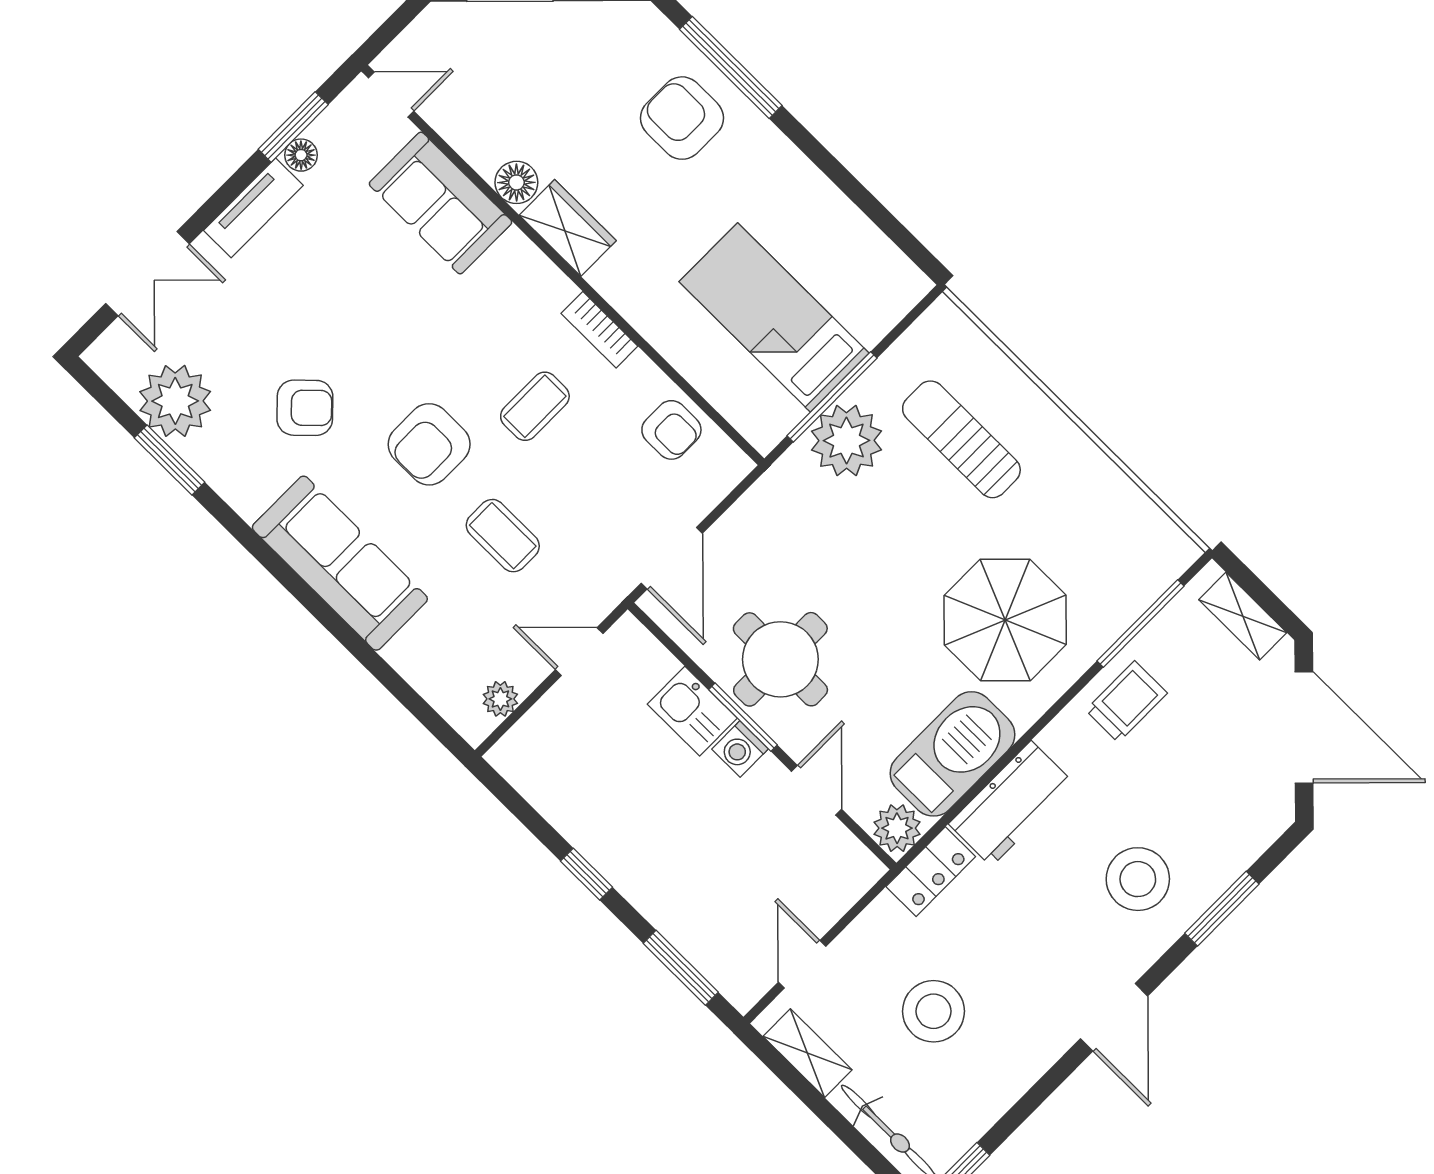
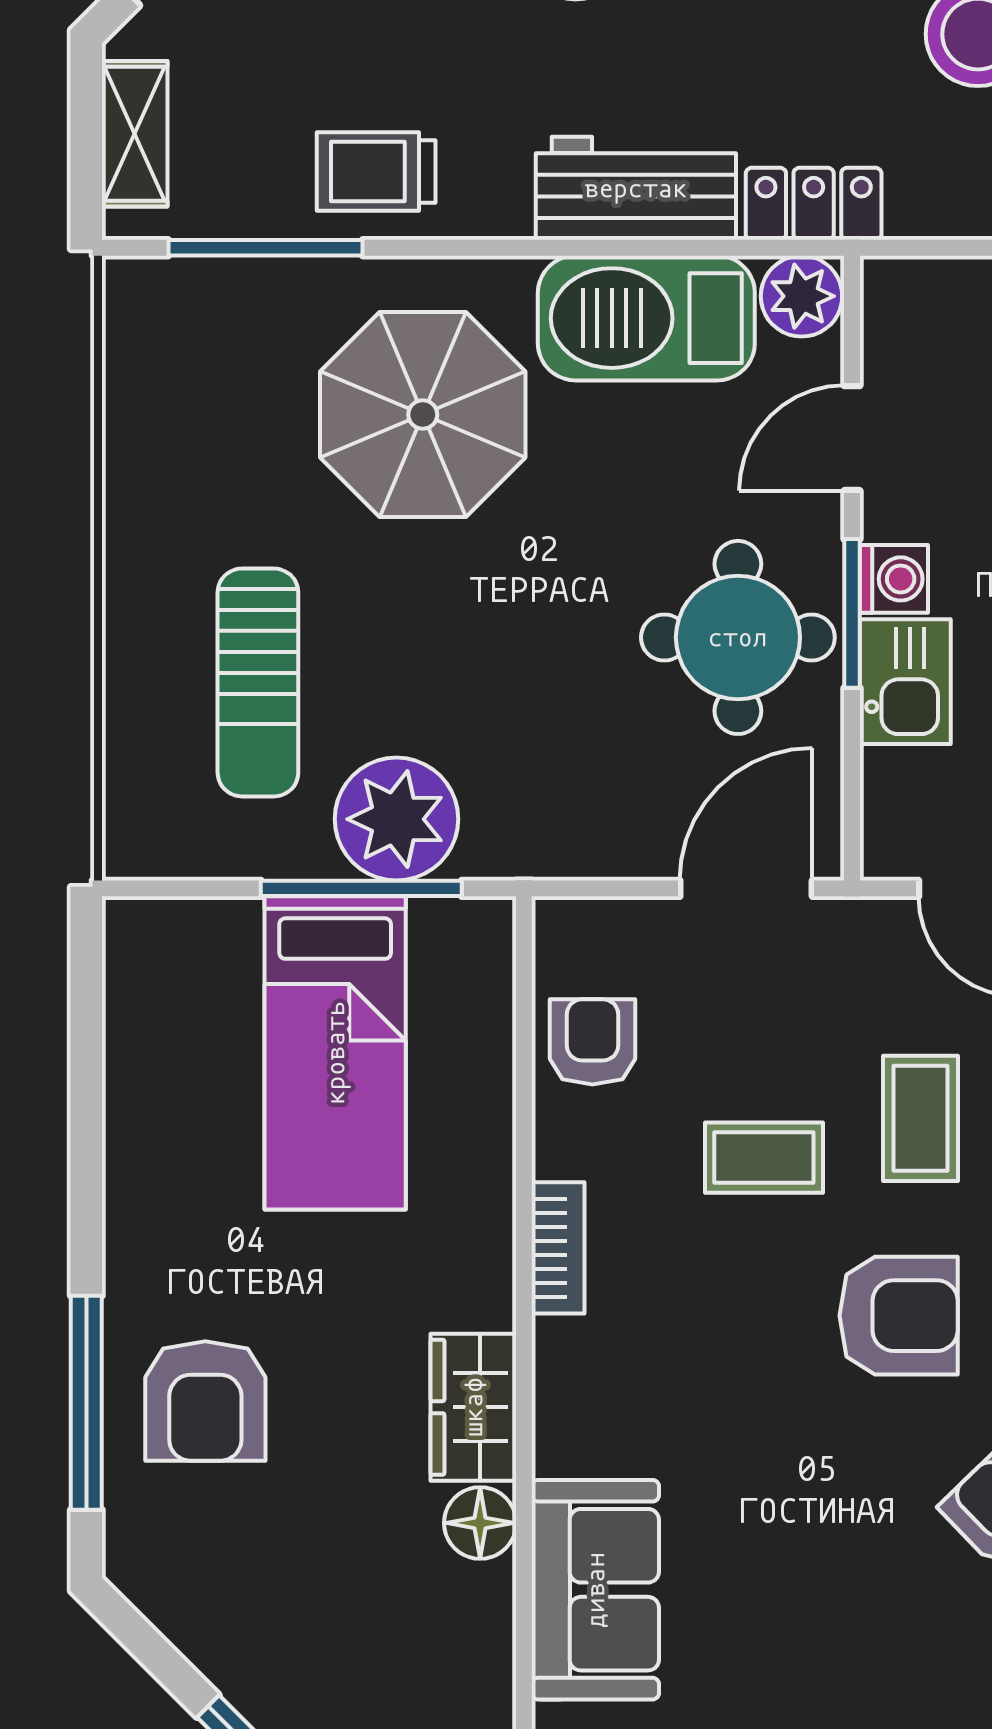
coffee table: (535, 406) -> (764, 1158), moved

